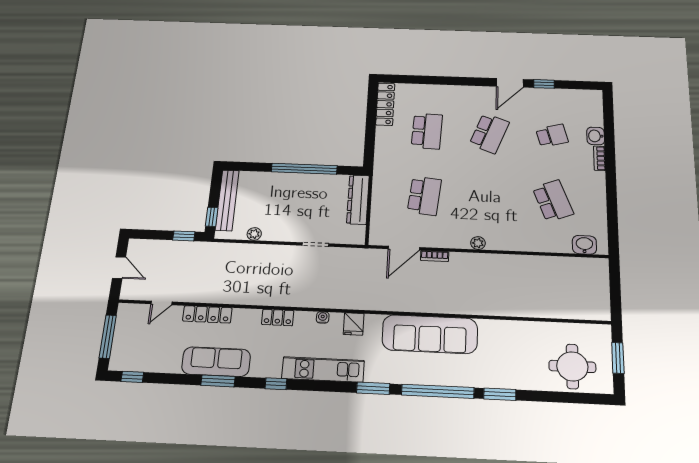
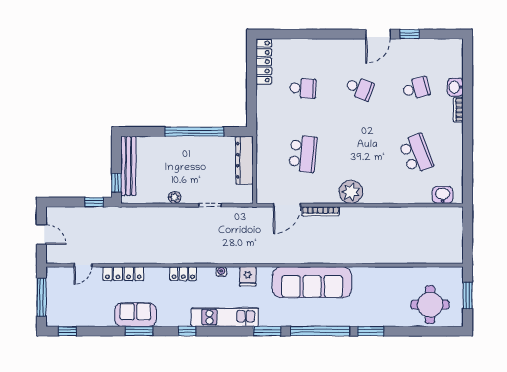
school desk: (427, 131) -> (303, 88), width x0.54
school desk: (489, 133) -> (360, 88), width x0.54
plant: (254, 234) -> (175, 197), moved
plant: (478, 243) -> (351, 192), width x1.88, depth x1.88
bookcase: (435, 256) -> (321, 211), width x1.56
sofa: (216, 362) -> (135, 315), width x0.73

